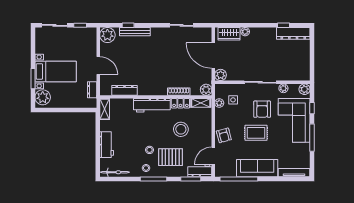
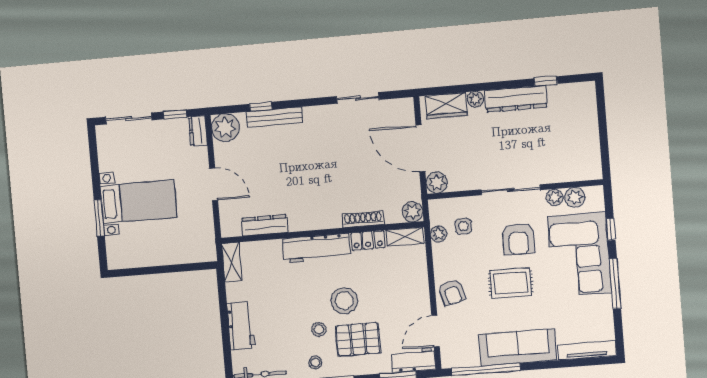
dresser: (293, 33) -> (516, 99), moved
plant: (304, 89) -> (575, 197), moved
dresser: (92, 90) -> (198, 131), moved
plant: (43, 97) -> (119, 250), removed
stool: (181, 129) -> (344, 301), moved

